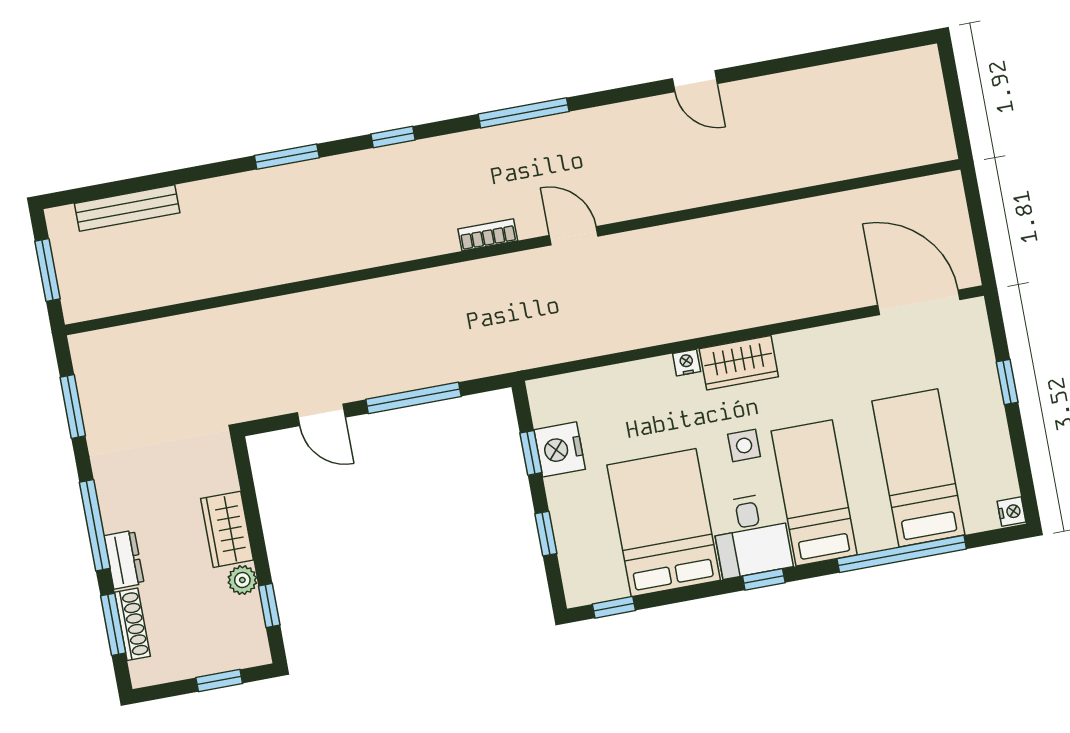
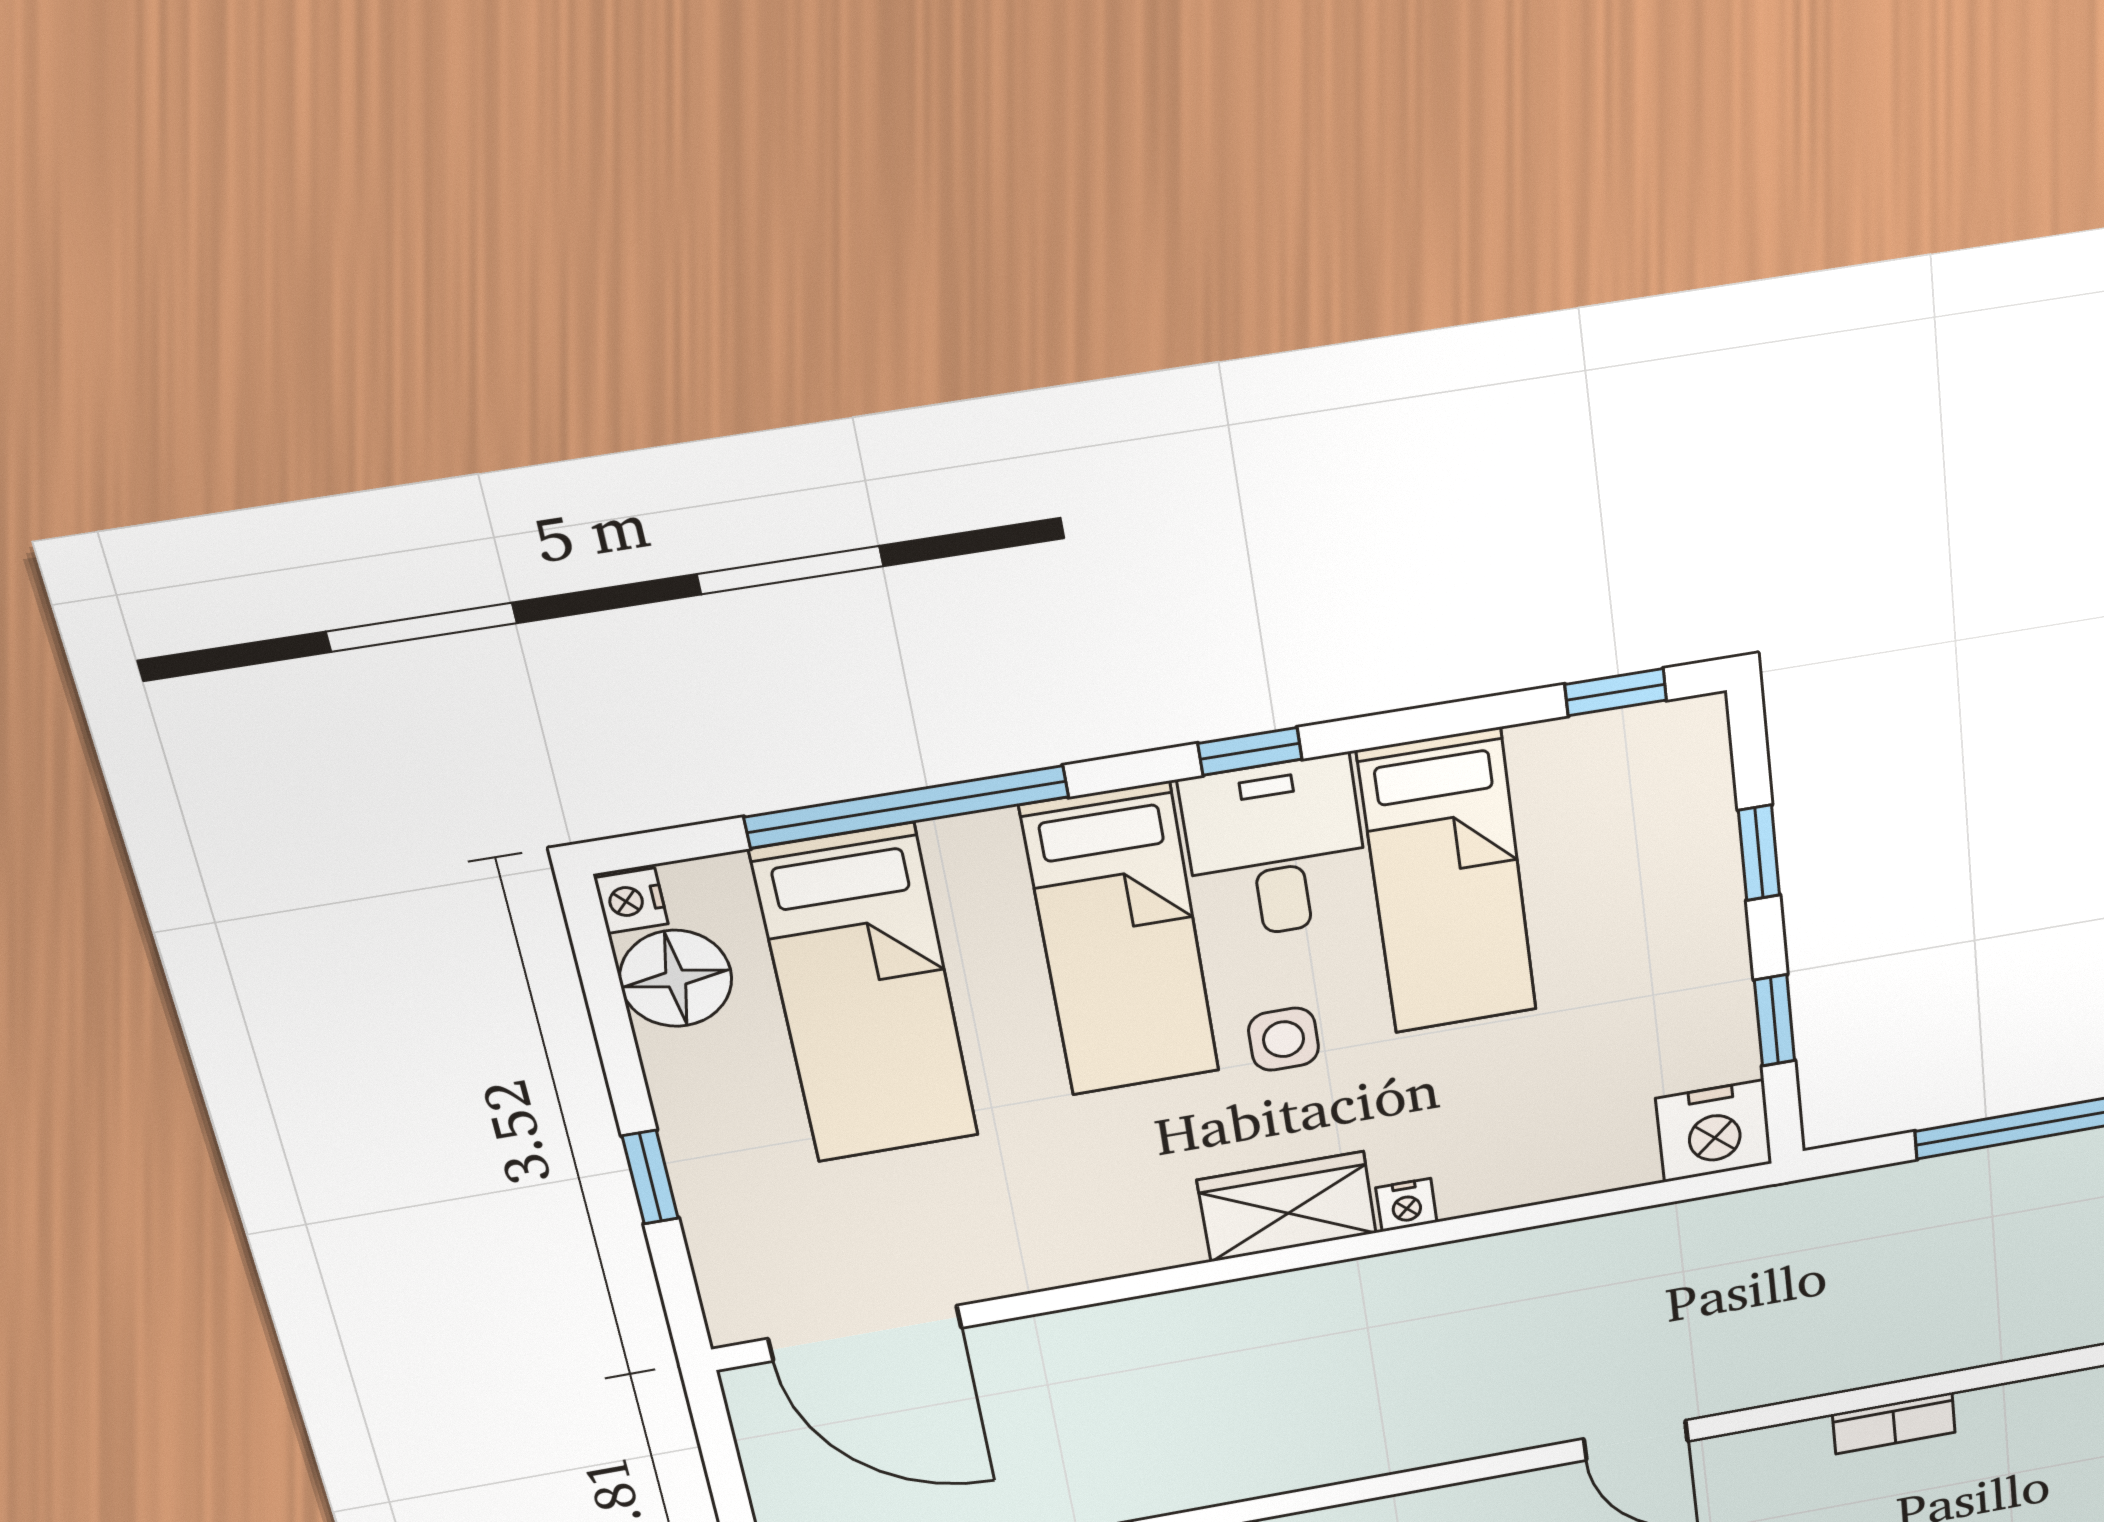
bookcase: (488, 235) -> (1894, 1423), moved
nightstand: (560, 449) -> (1714, 1131), moved, turned 90
floor lamp: (995, 476) -> (676, 978), added
bed: (664, 523) -> (1448, 882), width x0.67

